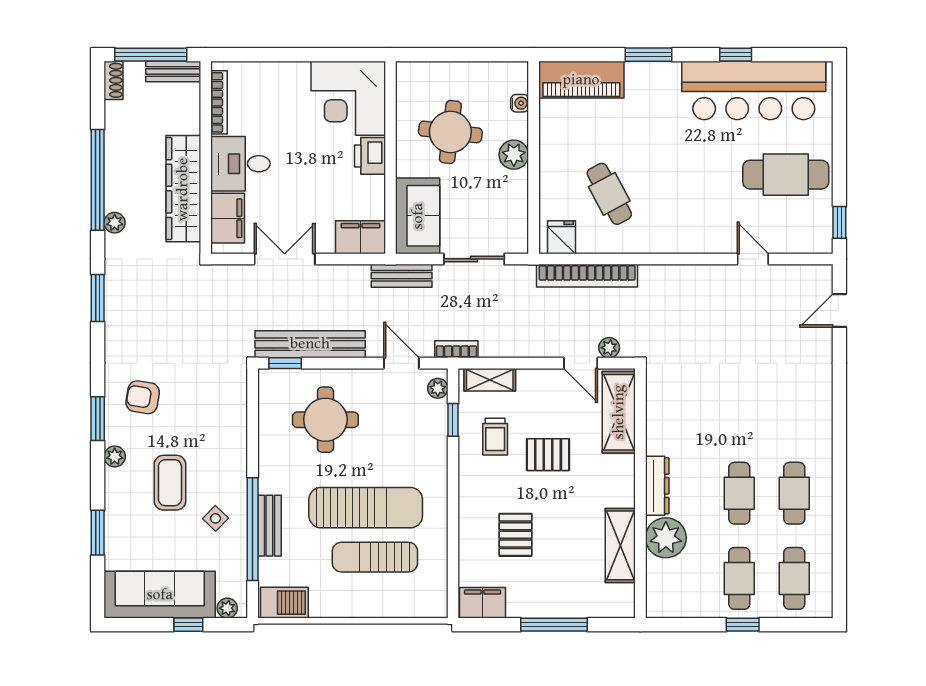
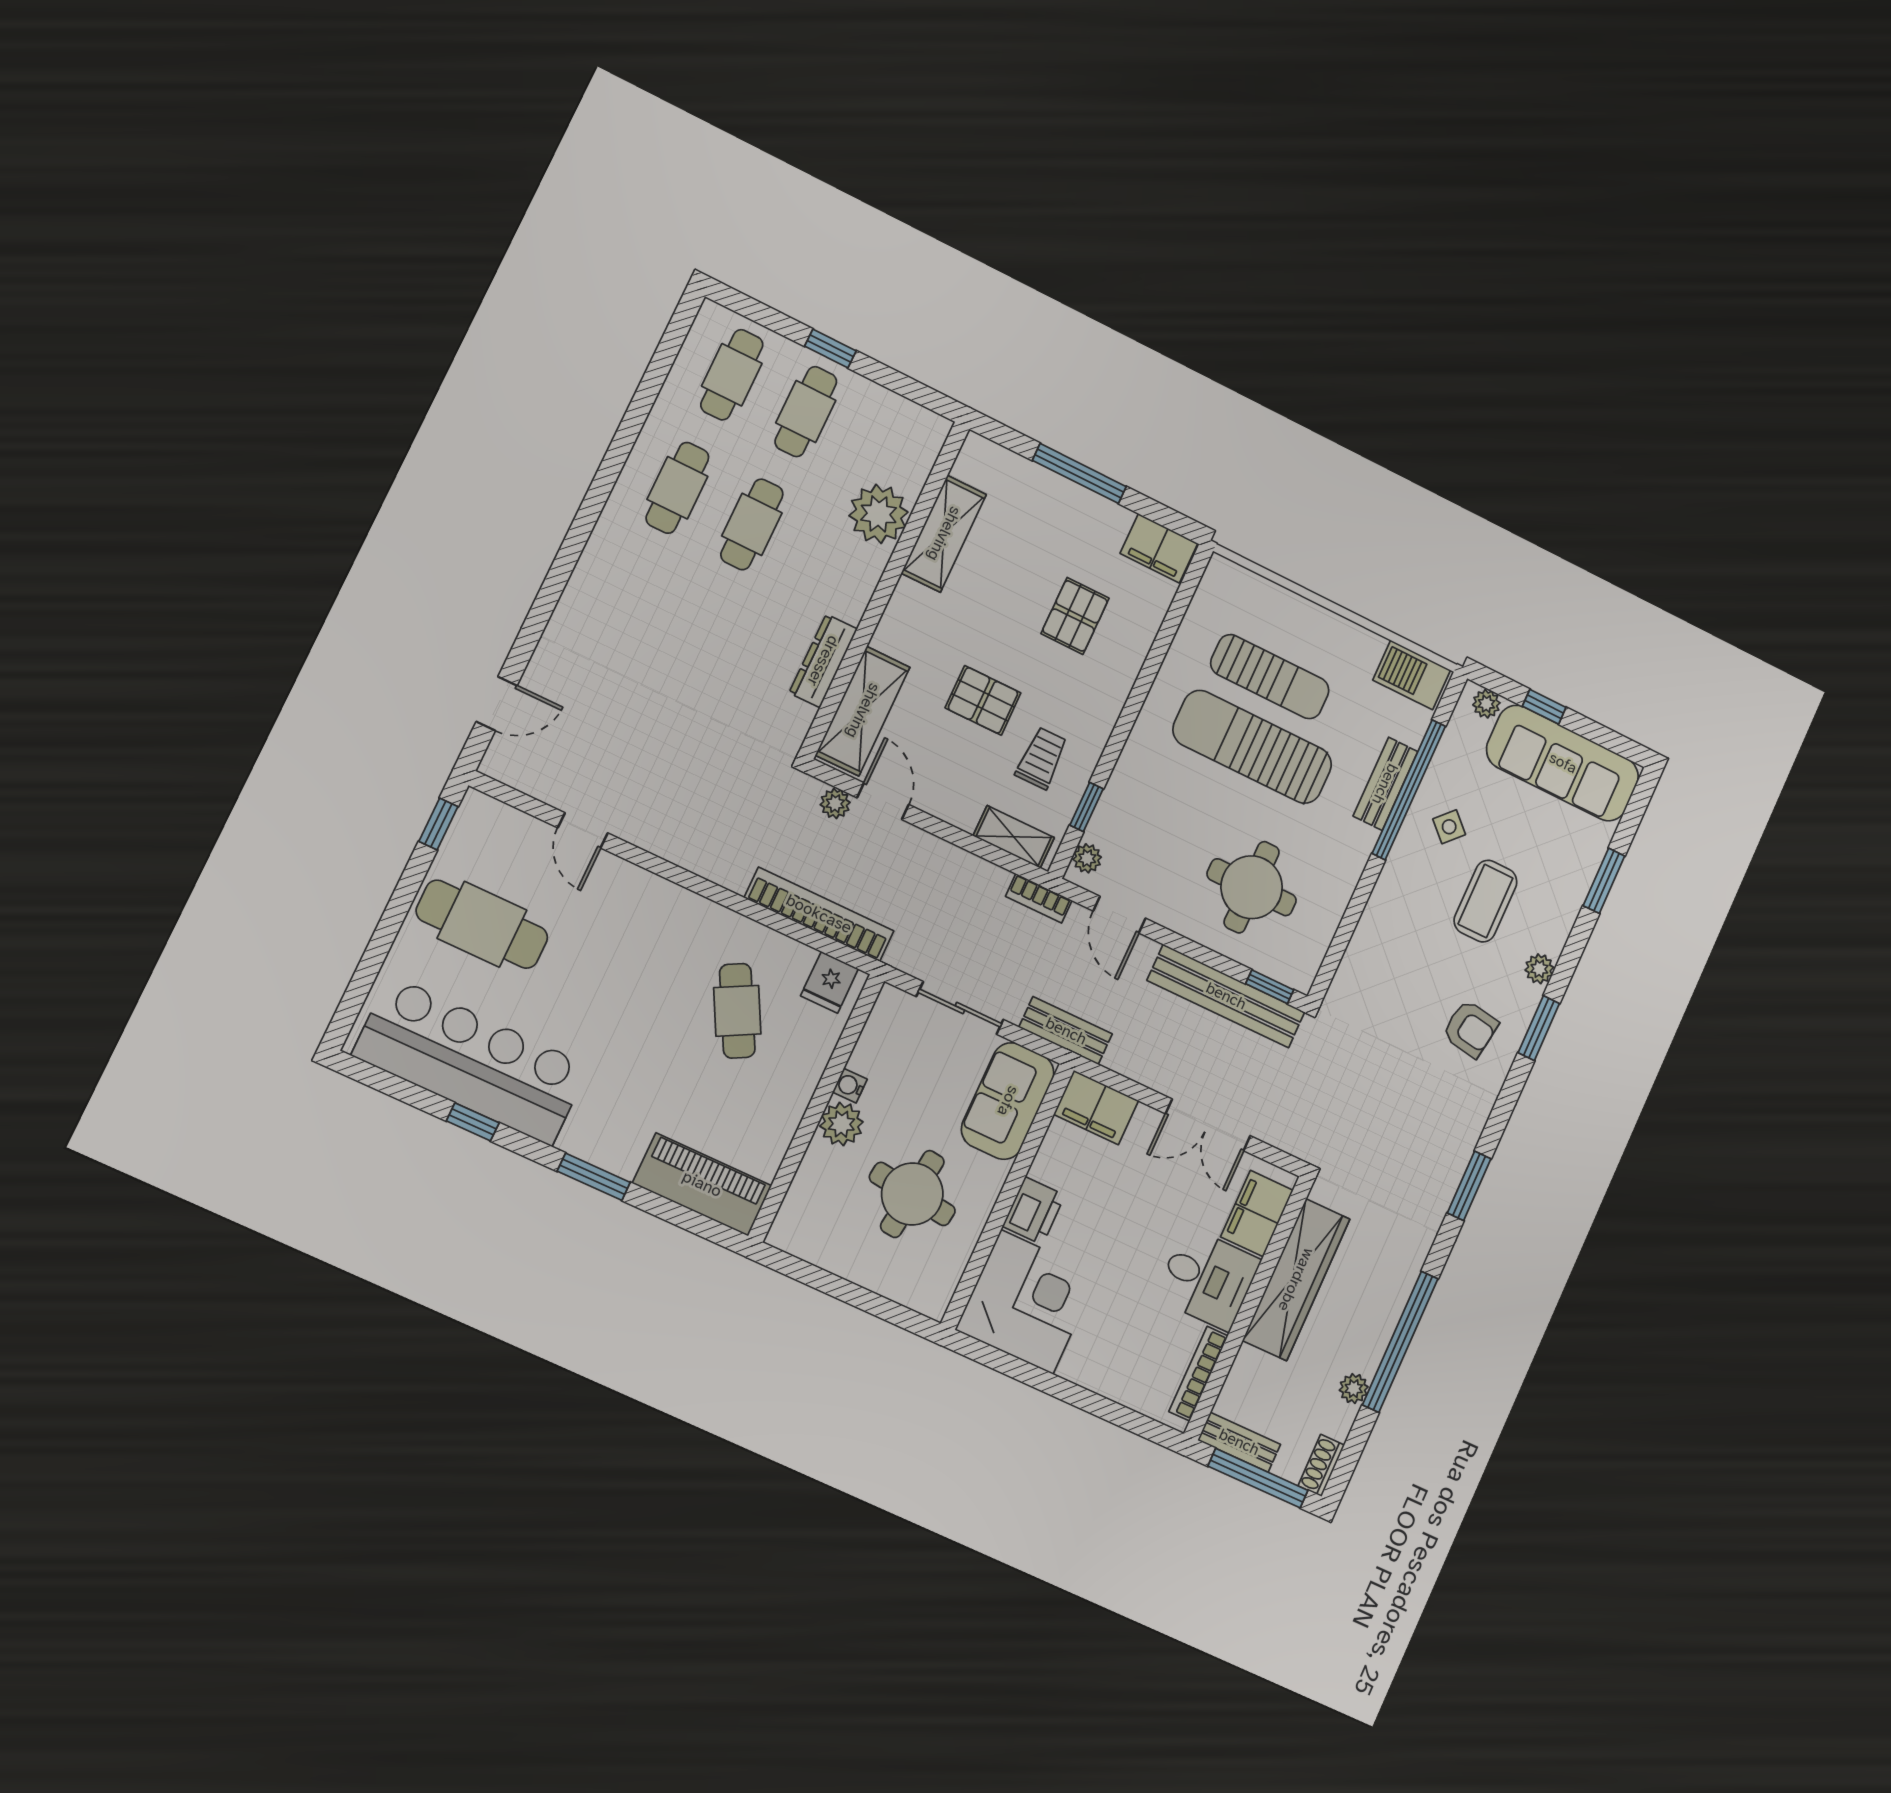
water cooler: (520, 103) -> (850, 1086), moved
plant: (115, 223) -> (1354, 1389), moved
dresser: (657, 486) -> (823, 661), moved

